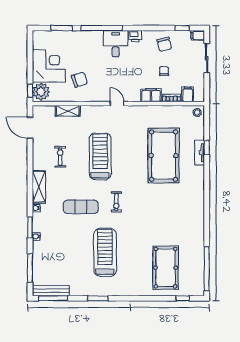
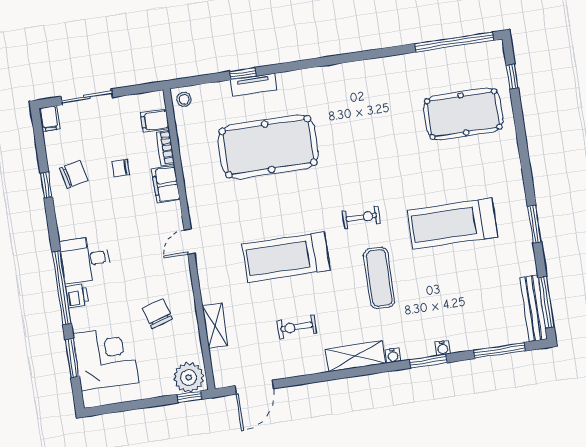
window: (182, 28) -> (46, 185), moved
printer: (135, 36) -> (77, 296), moved
corner desk: (49, 66) -> (106, 358), moved, turned 90

